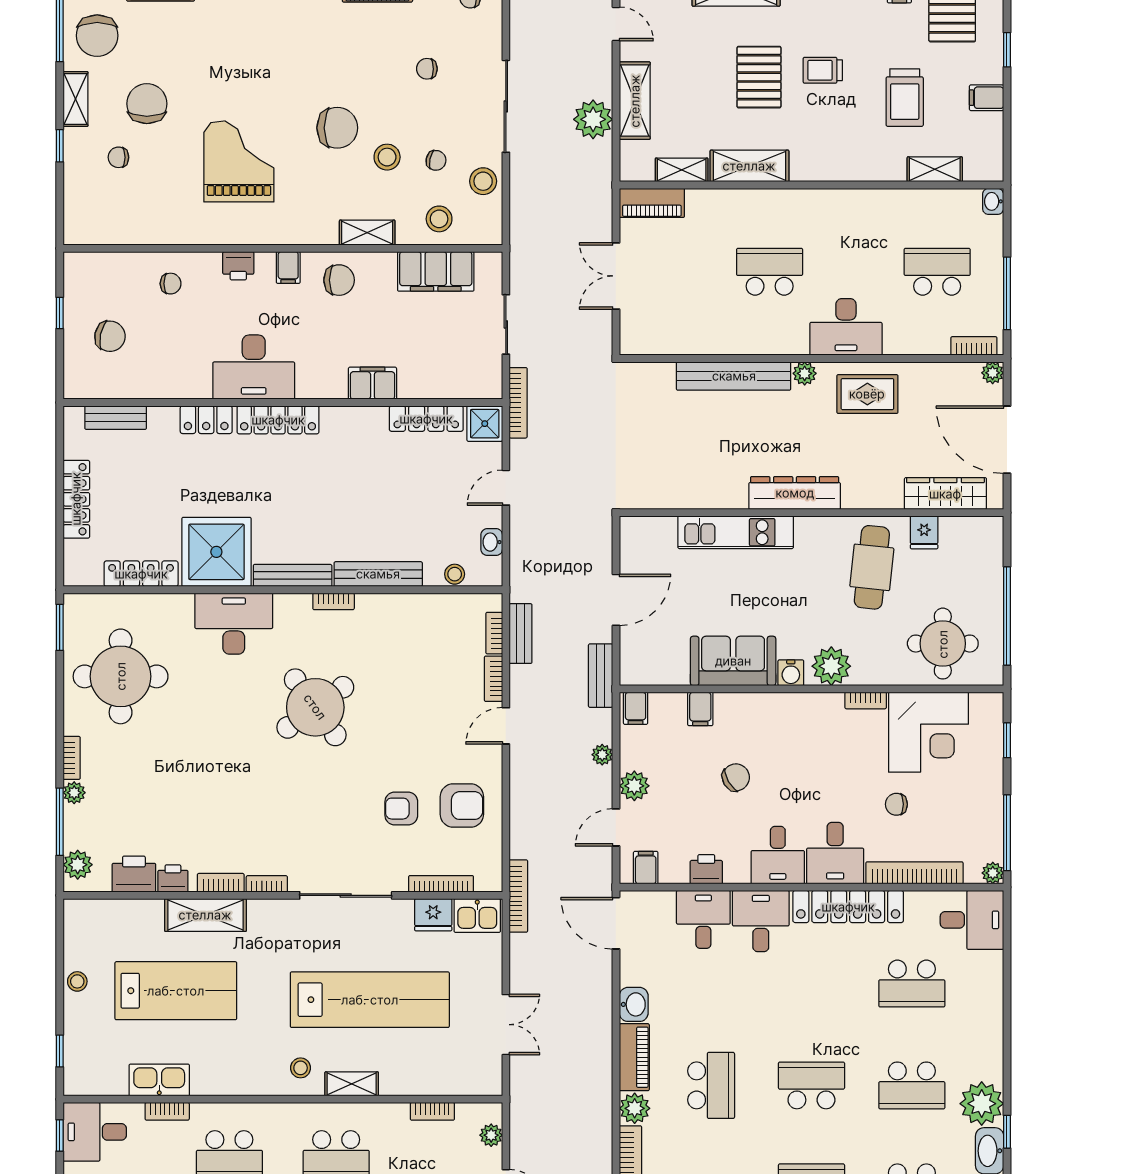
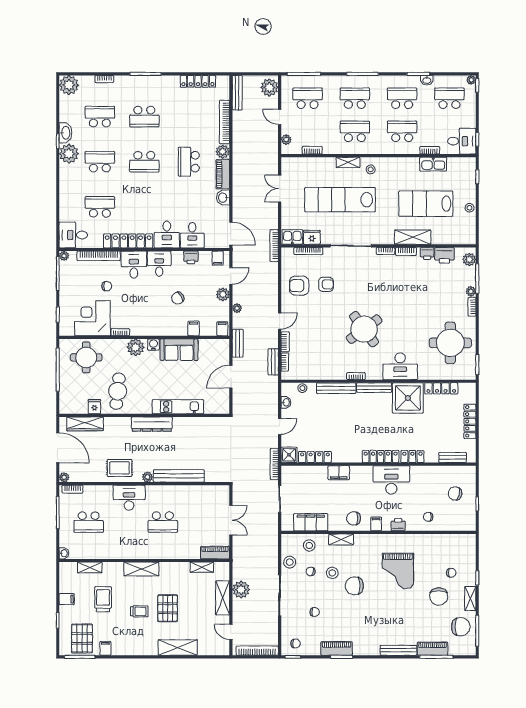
chair: (97, 36) -> (461, 627), turned 90
shelving: (749, 166) -> (141, 569), moved

